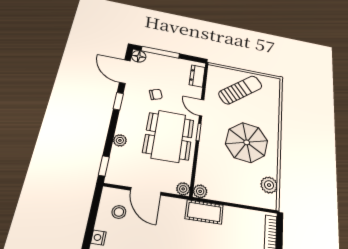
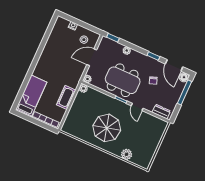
door: (125, 72) -> (174, 65), swing flipped
sun lounger: (240, 90) -> (145, 138), removed
door: (202, 108) -> (137, 107), swing flipped
plant: (269, 185) -> (127, 154), moved
cot: (204, 212) -> (66, 97), moved

